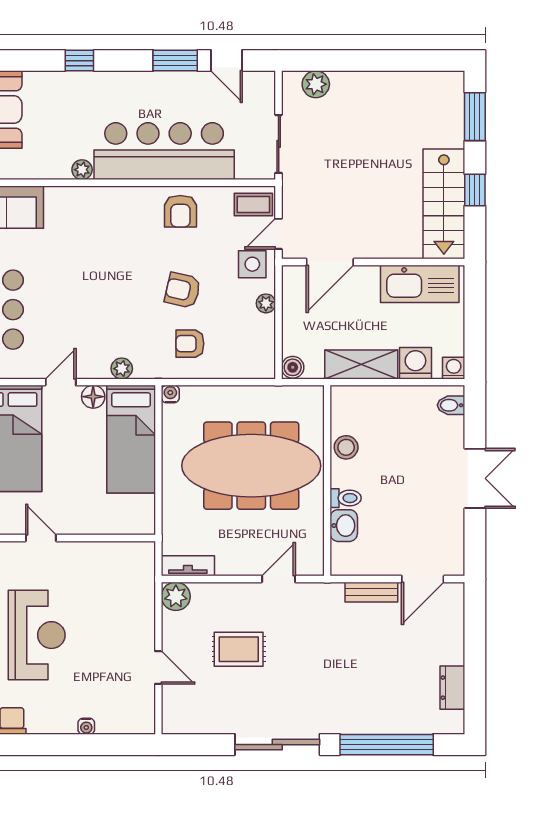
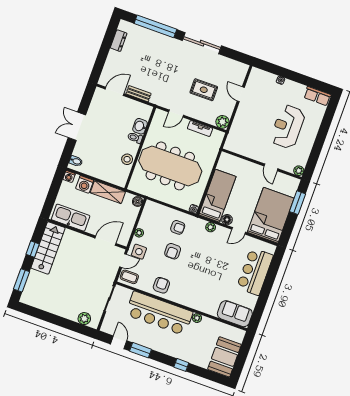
armchair: (183, 290) -> (173, 251), turned 77
tv unit: (188, 566) -> (200, 129), moved

